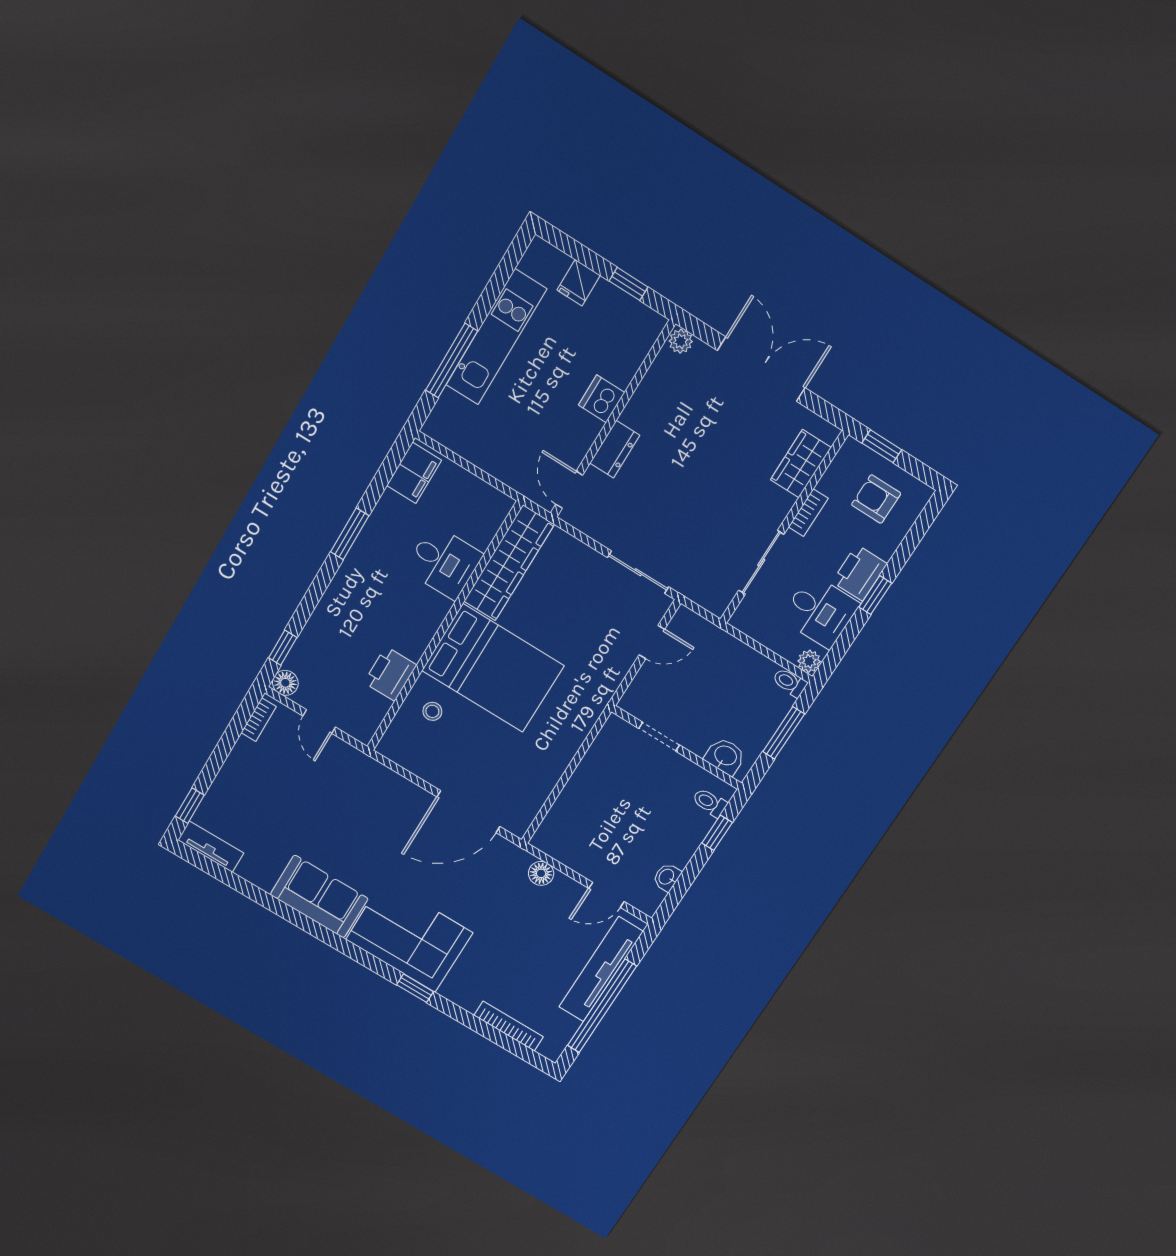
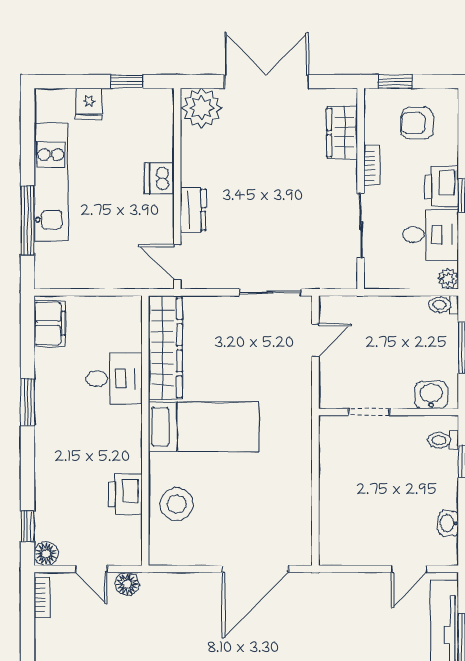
plant: (681, 341) -> (202, 108), width x1.88, depth x1.88
bed: (493, 668) -> (204, 427), width x0.67
stool: (432, 711) -> (177, 504), width x1.89, depth x1.89
floor lamp: (541, 873) -> (127, 584), moved

